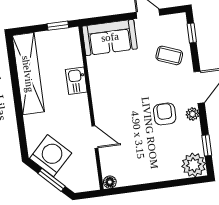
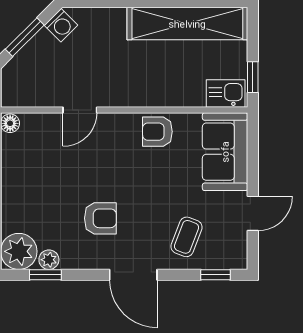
kitchen sink: (76, 81) -> (226, 94), moved
armchair: (102, 84) -> (157, 132), added
plant: (192, 114) -> (49, 260), moved
washing machine: (51, 156) -> (61, 25), width x0.53, depth x0.53

